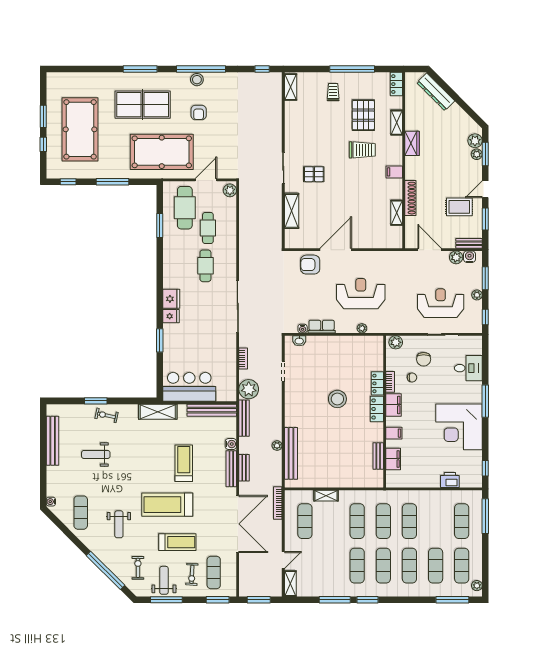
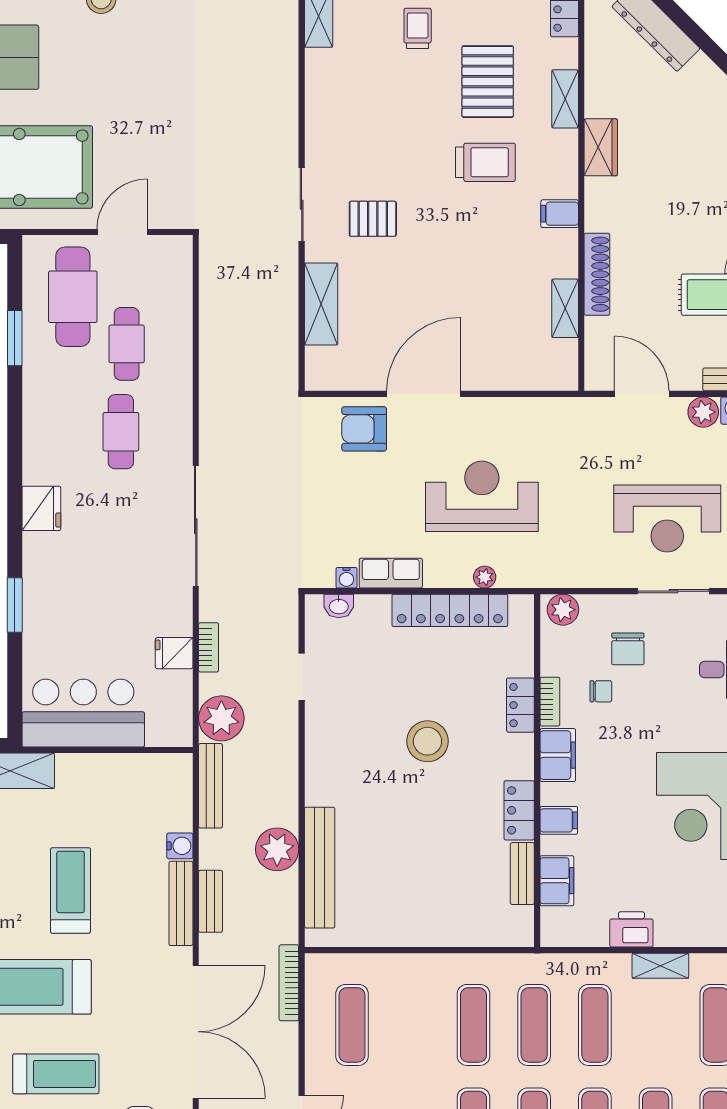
armchair: (199, 113) -> (105, 76), removed
plant: (230, 190) -> (178, 256), removed
reception desk: (441, 303) -> (667, 519), turned 180
fridge: (171, 316) -> (174, 653), moved, turned 180
locker: (347, 343) -> (450, 610), added
locker: (377, 409) -> (519, 810), moved
bench: (212, 410) -> (136, 767), removed
plant: (277, 446) -> (277, 849), width x1.87, depth x1.87
printer: (450, 480) -> (631, 929), moved
shelving: (326, 496) -> (660, 966), moved

